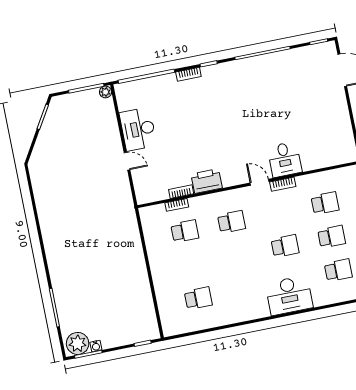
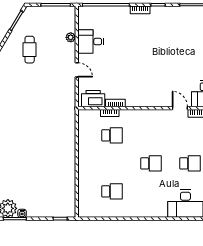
plant: (106, 92) -> (71, 37), moved
desk: (138, 129) -> (91, 42), width x0.73
cafe table: (66, 148) -> (30, 50), added
printer: (207, 181) -> (93, 99), moved
school desk: (232, 222) -> (151, 163), moved

